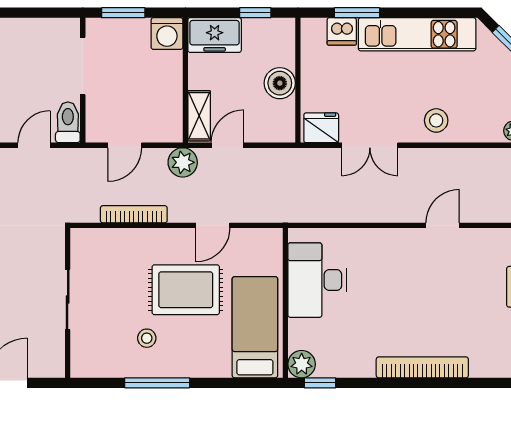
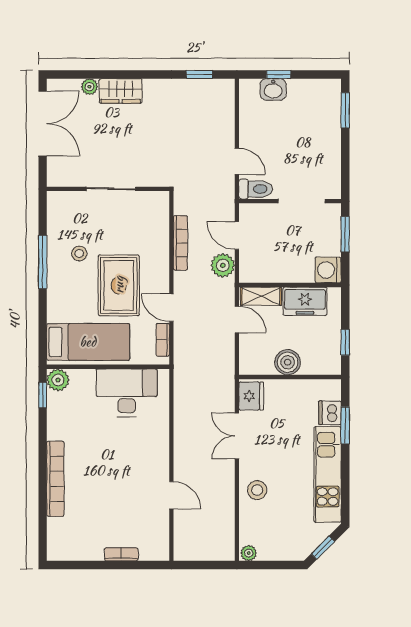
freezer: (215, 35) -> (305, 301), moved, turned -90
plant: (183, 162) -> (223, 265), moved
bookcase: (252, 236) -> (163, 340), added

